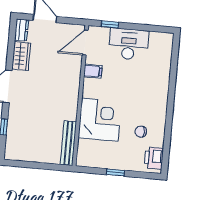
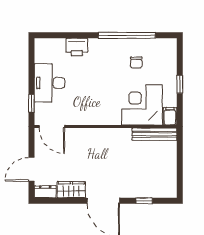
filing cabinet: (93, 71) -> (170, 116), moved
corner desk: (100, 120) -> (142, 105), moved
window: (169, 125) -> (127, 35), added
printer: (154, 158) -> (77, 47), moved

